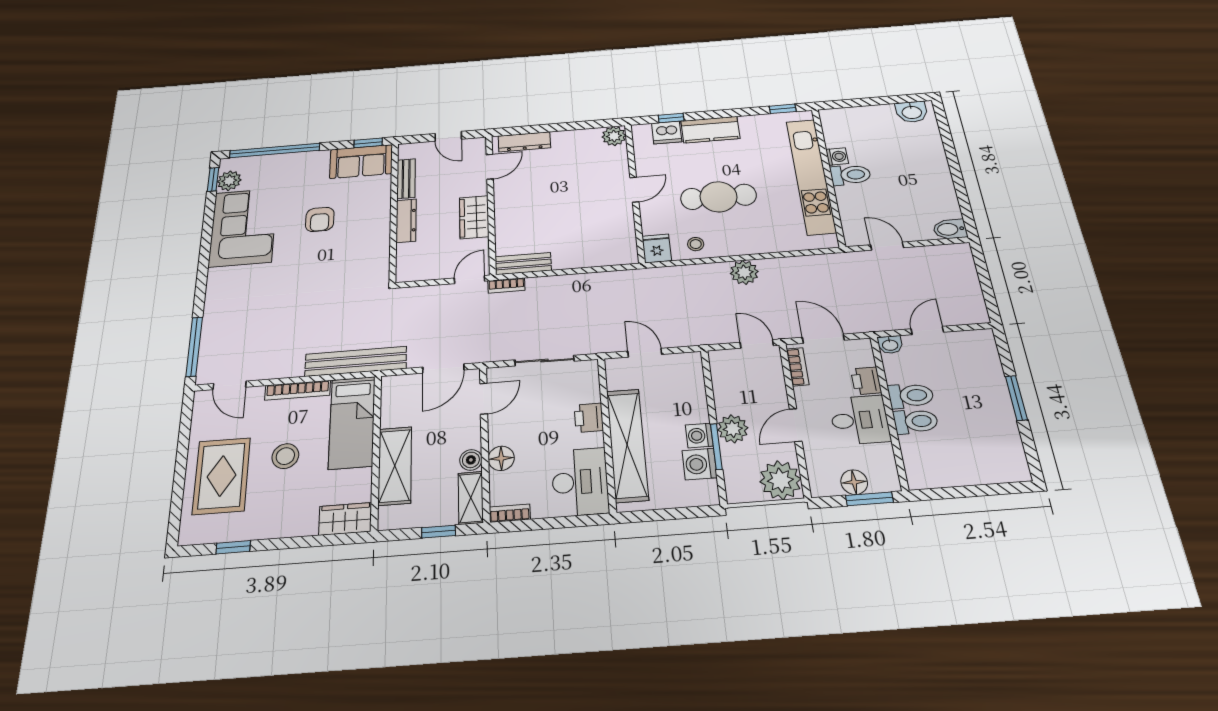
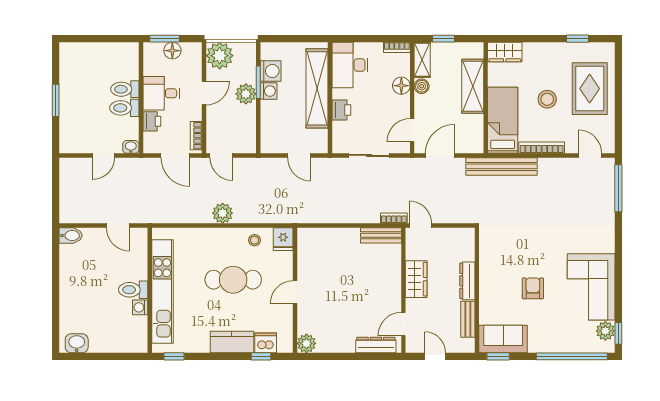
door: (469, 280) -> (420, 225), swing flipped

